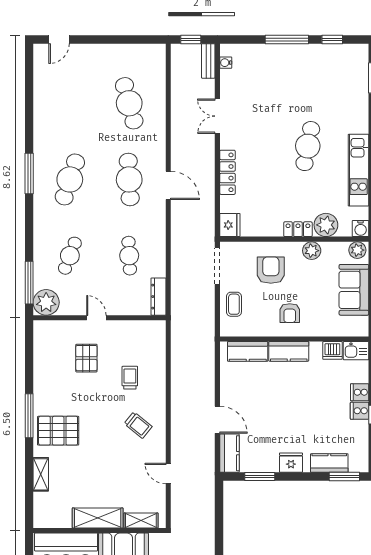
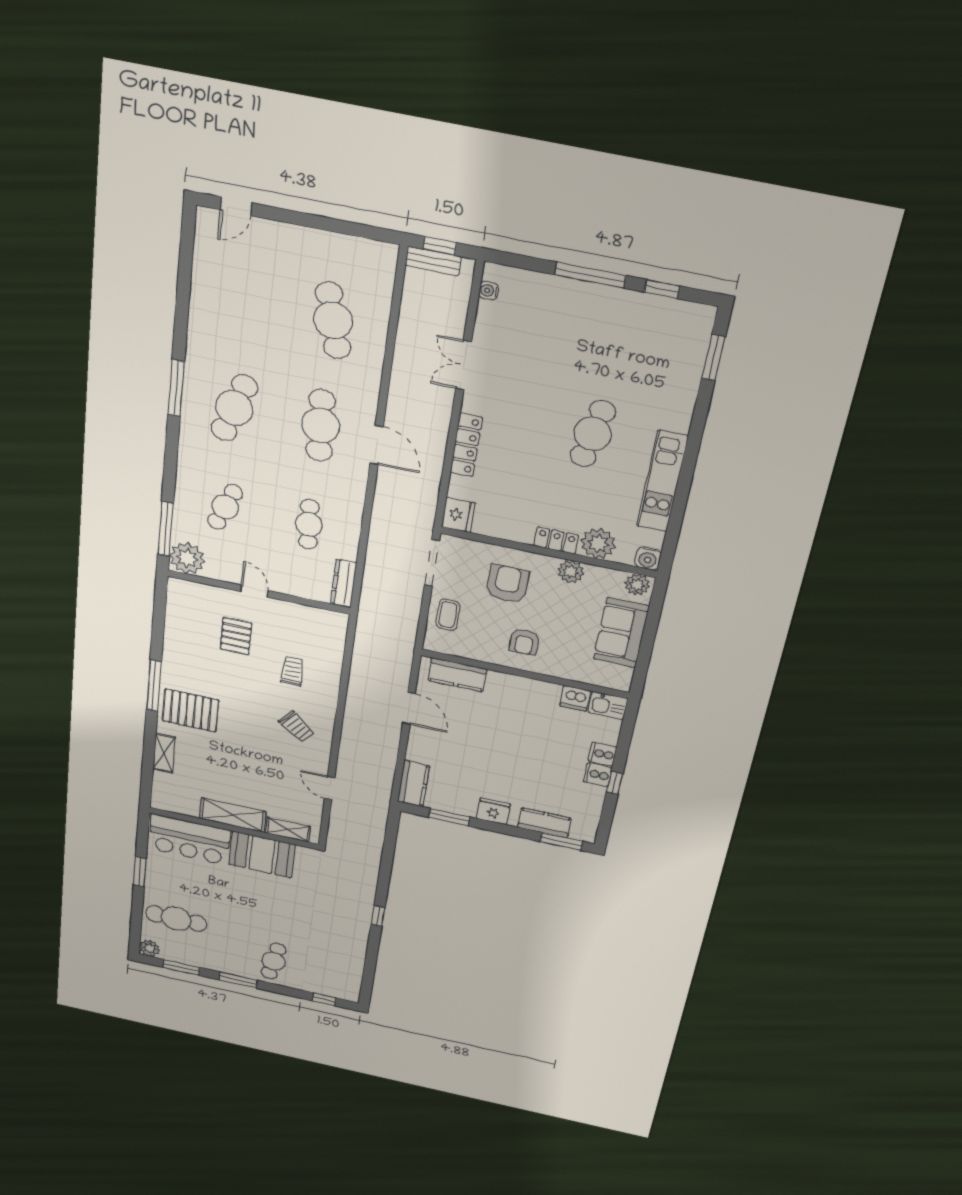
bench: (208, 61) -> (433, 261), moved, turned 90
kitchen counter: (289, 351) -> (514, 687), removed
door: (217, 420) -> (409, 708), moved

